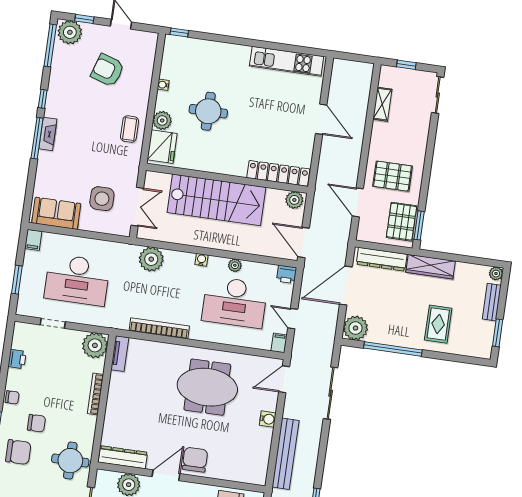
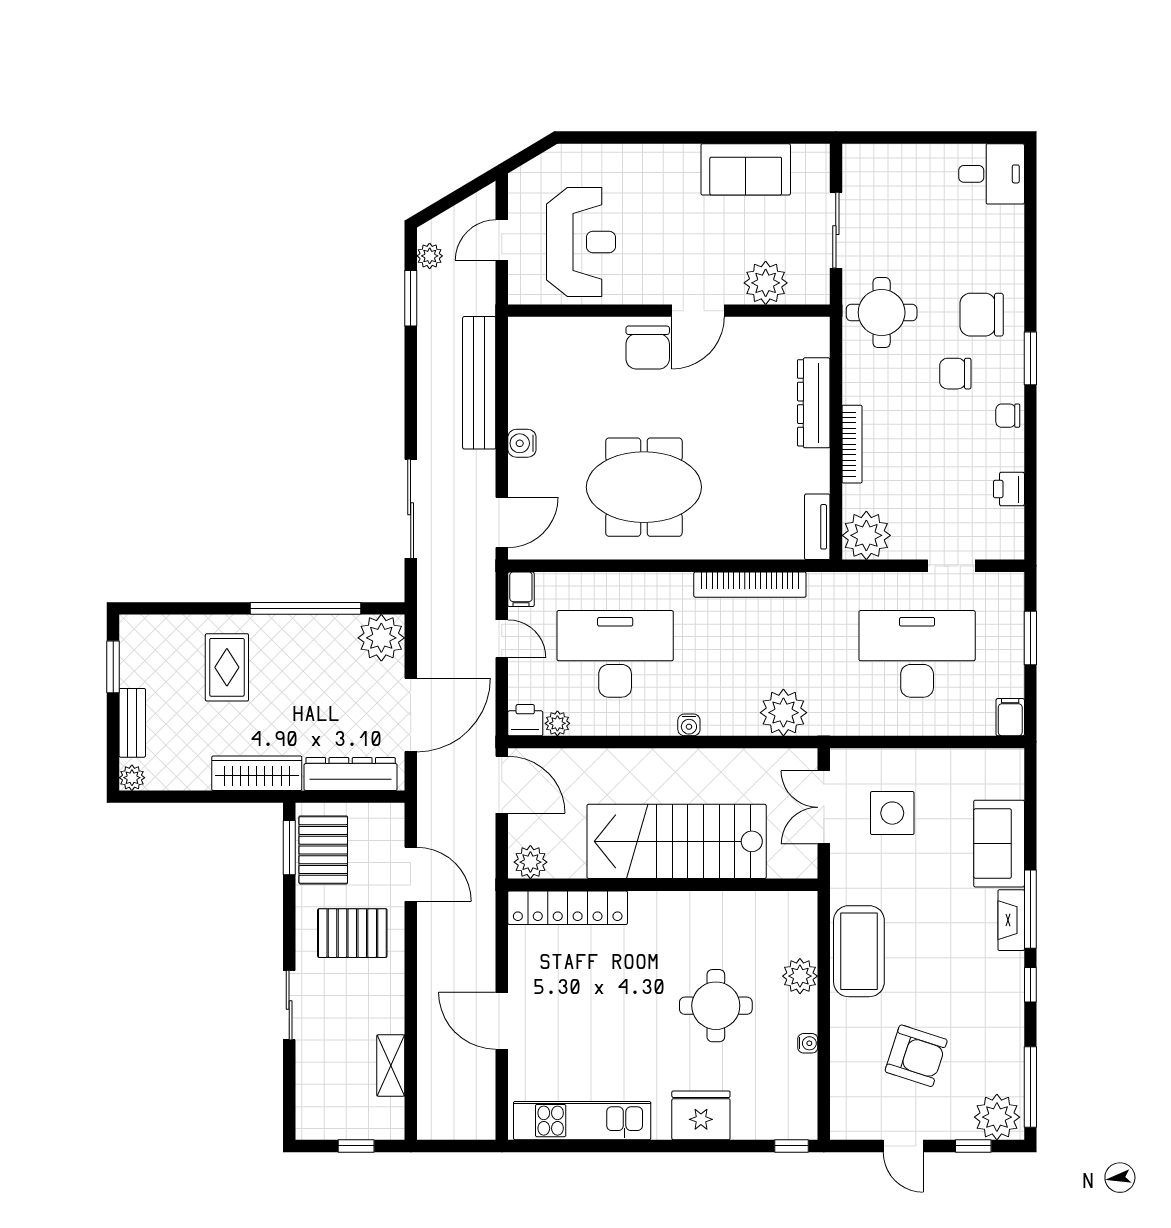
sliding door: (438, 95) -> (289, 1005), moved
coffee table: (130, 129) -> (859, 951), width x1.86, depth x1.72
fridge: (162, 147) -> (701, 1115), moved, turned 90
sofa: (56, 213) -> (999, 844), moved, turned 90
plant: (235, 265) -> (557, 723), moved
dresser: (123, 457) -> (814, 403), moved, turned 90

